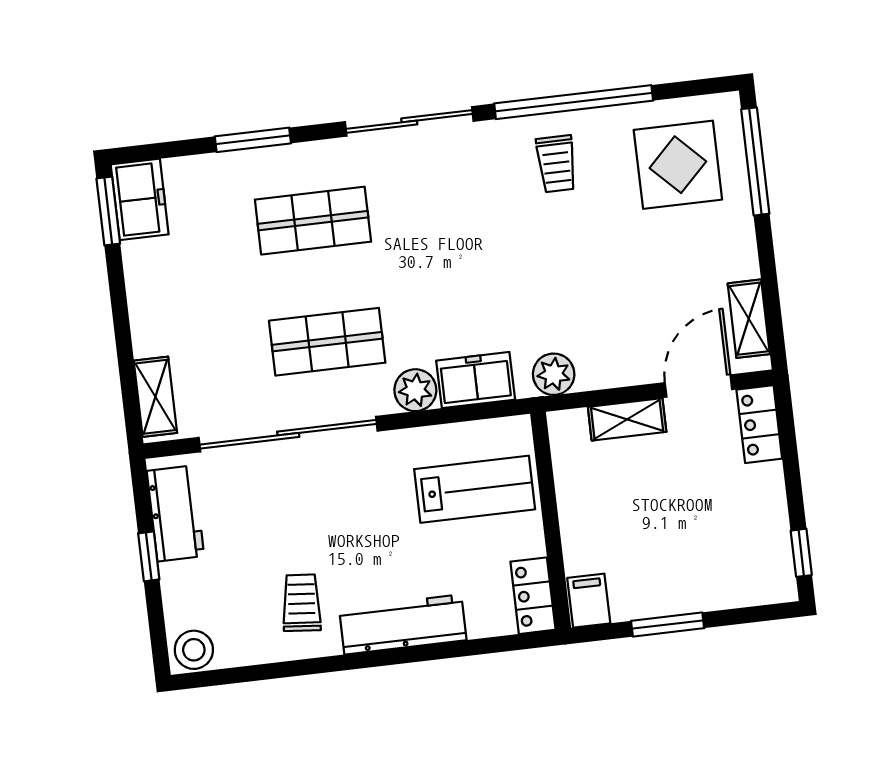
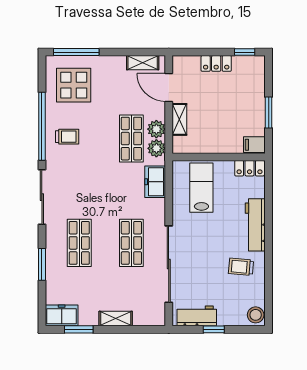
window: (108, 211) -> (79, 329), moved
shop shelf: (569, 313) -> (131, 139), added
plant: (415, 390) -> (156, 129), moved
shelving: (155, 397) -> (116, 319), moved
locker: (759, 424) -> (216, 63), moved

